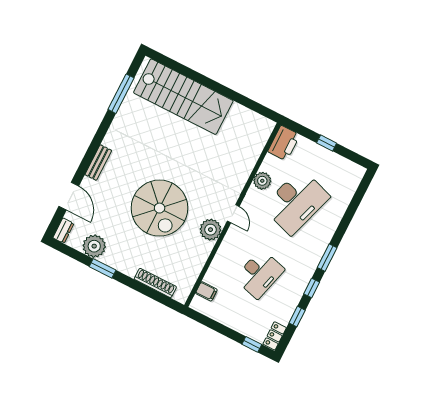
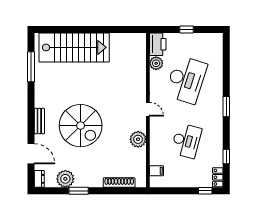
plant: (262, 181) -> (156, 63), moved
spiral stairs: (160, 208) -> (81, 126), moved
plant: (210, 230) -> (138, 139), moved
window: (312, 288) -> (226, 132), removed

